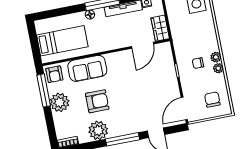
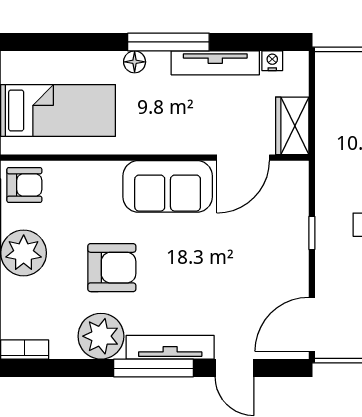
sofa: (87, 68) -> (168, 186), moved
armchair: (54, 74) -> (24, 185), turned -90
tv unit: (128, 129) -> (170, 347), added

